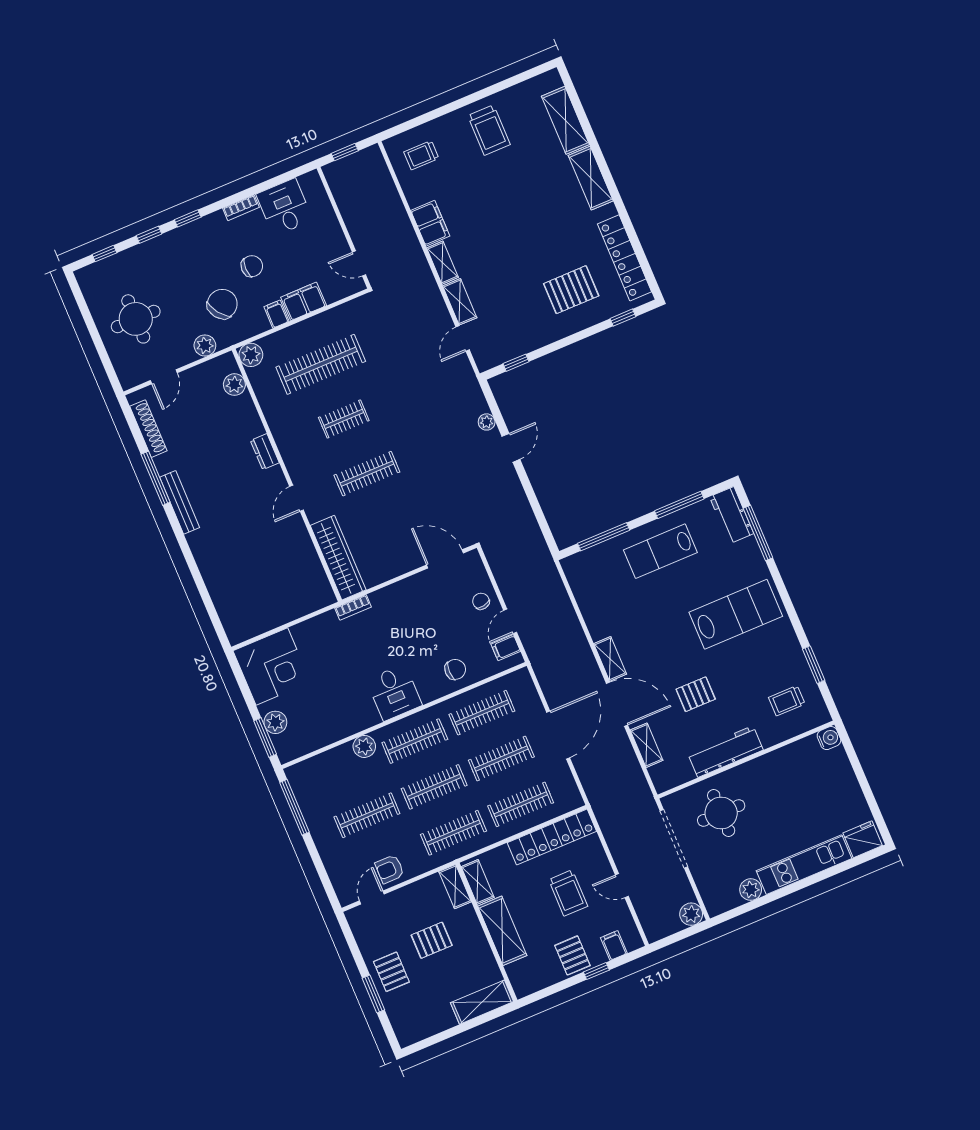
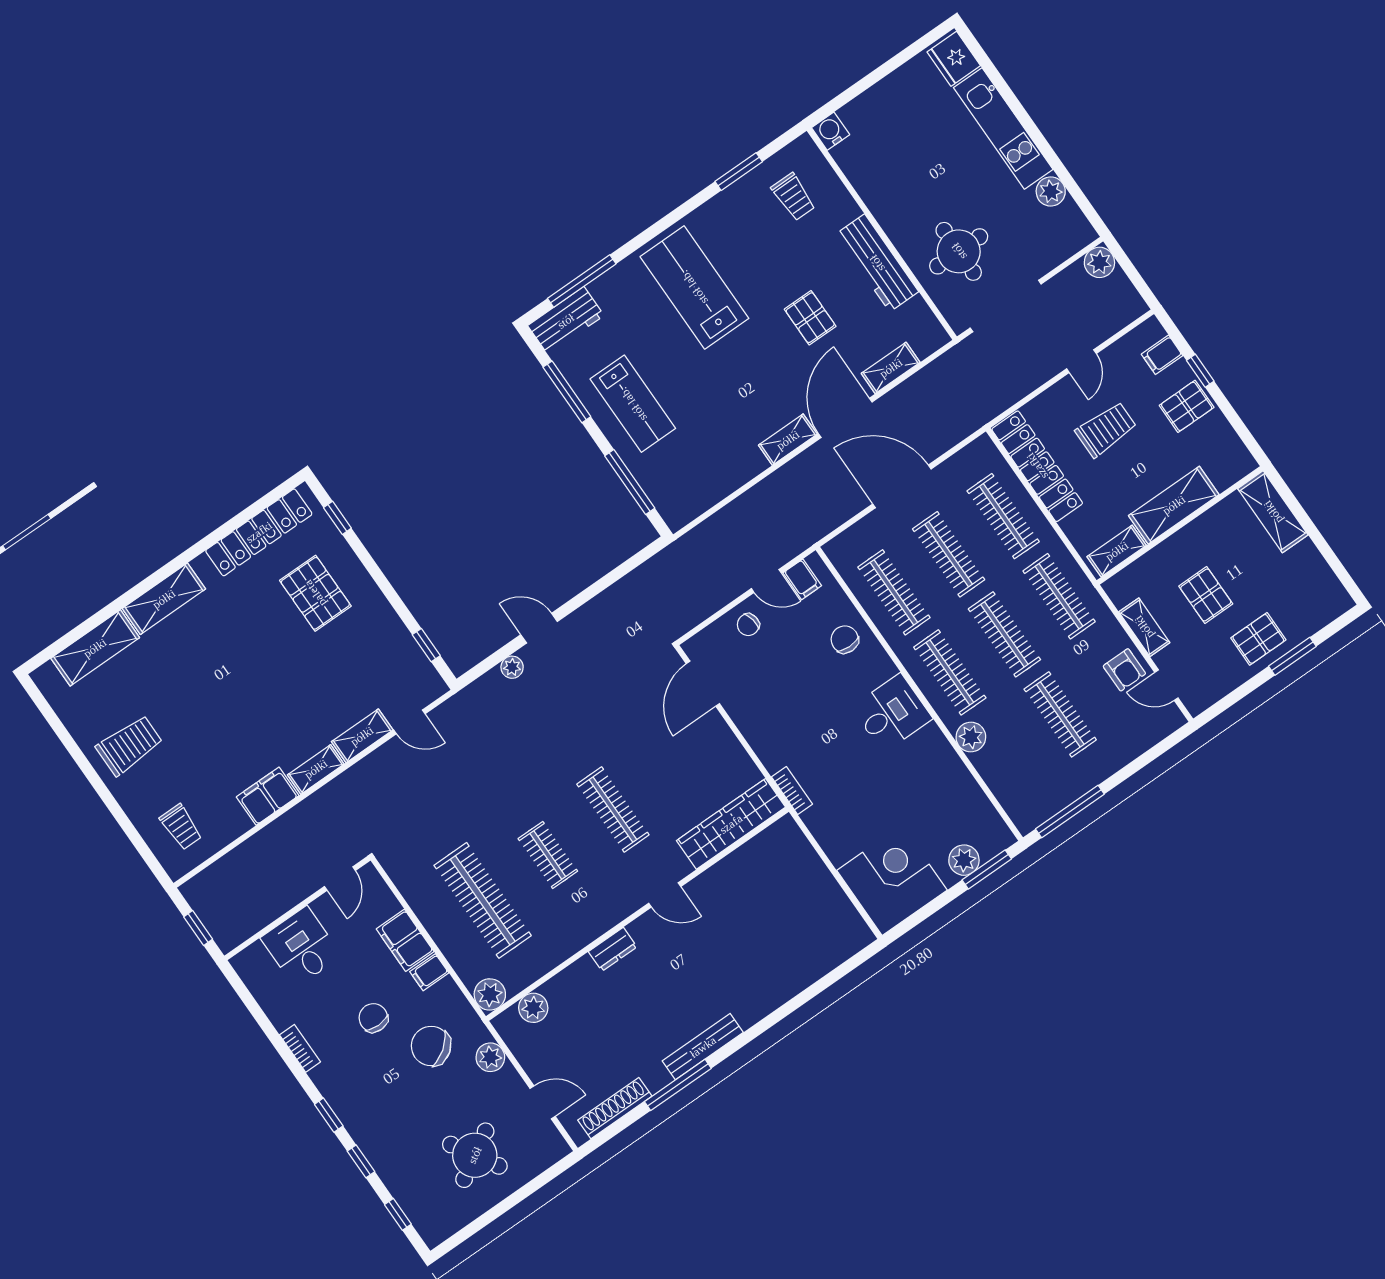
desk: (285, 207) -> (301, 947), moved, turned 90
round table: (136, 319) -> (475, 1155), turned -31
shelving: (455, 887) -> (1144, 627), moved, turned 90

